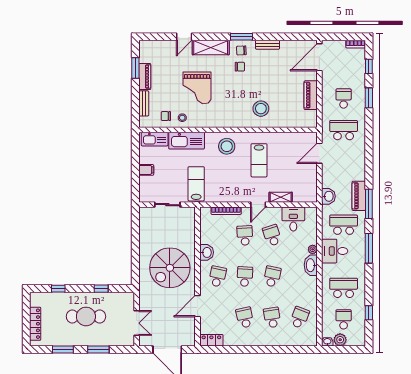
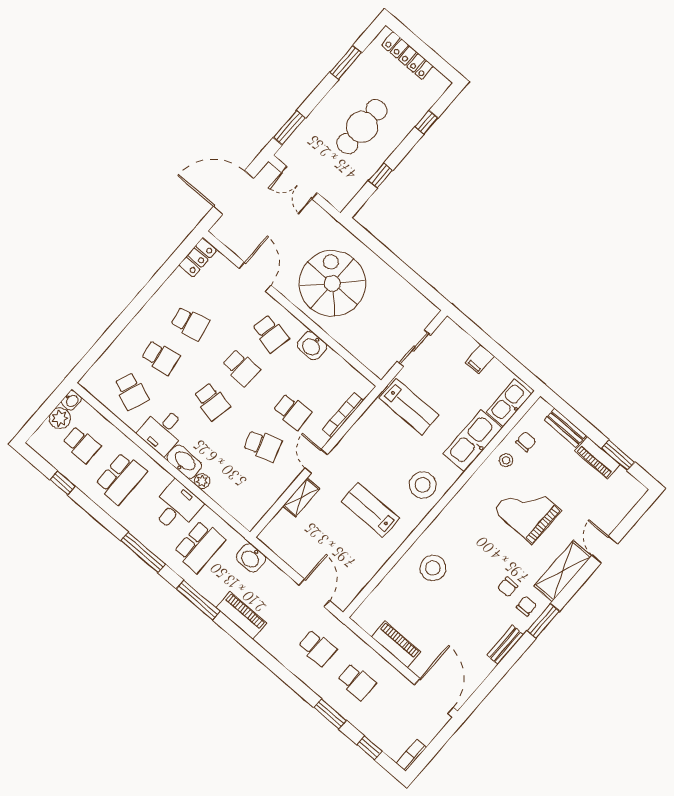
school desk: (344, 130) -> (317, 648), width x0.54
piano: (359, 196) -> (241, 615), moved
desk: (293, 219) -> (162, 430), moved, turned 90
window: (98, 350) -> (289, 128), moved

